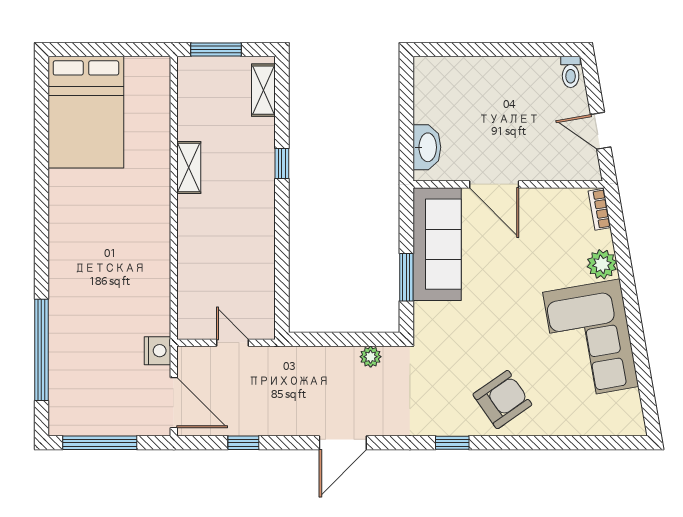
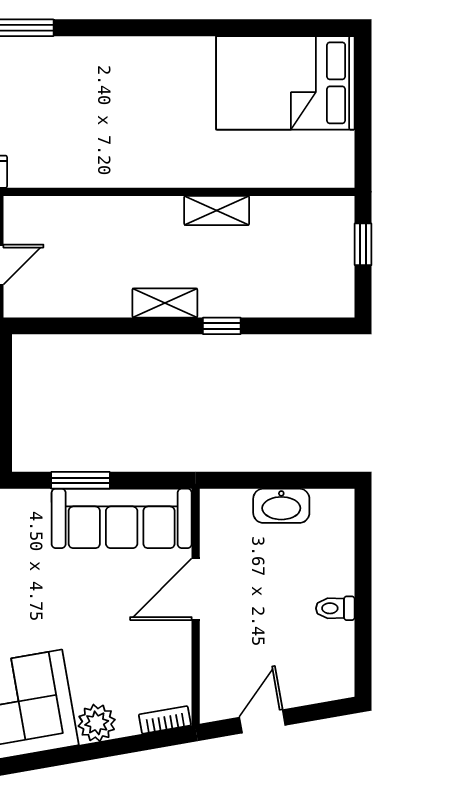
window: (216, 50) -> (363, 244), width x0.67
toilet: (571, 72) -> (335, 608), moved
shelving: (263, 90) -> (165, 303), moved
washbasin: (427, 147) -> (281, 506), moved

